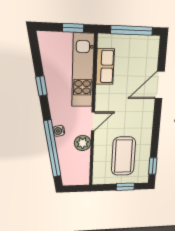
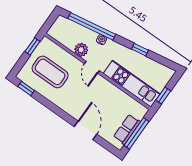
row of seats: (105, 67) -> (127, 129), moved, turned 90
window: (125, 187) -> (32, 46), moved

